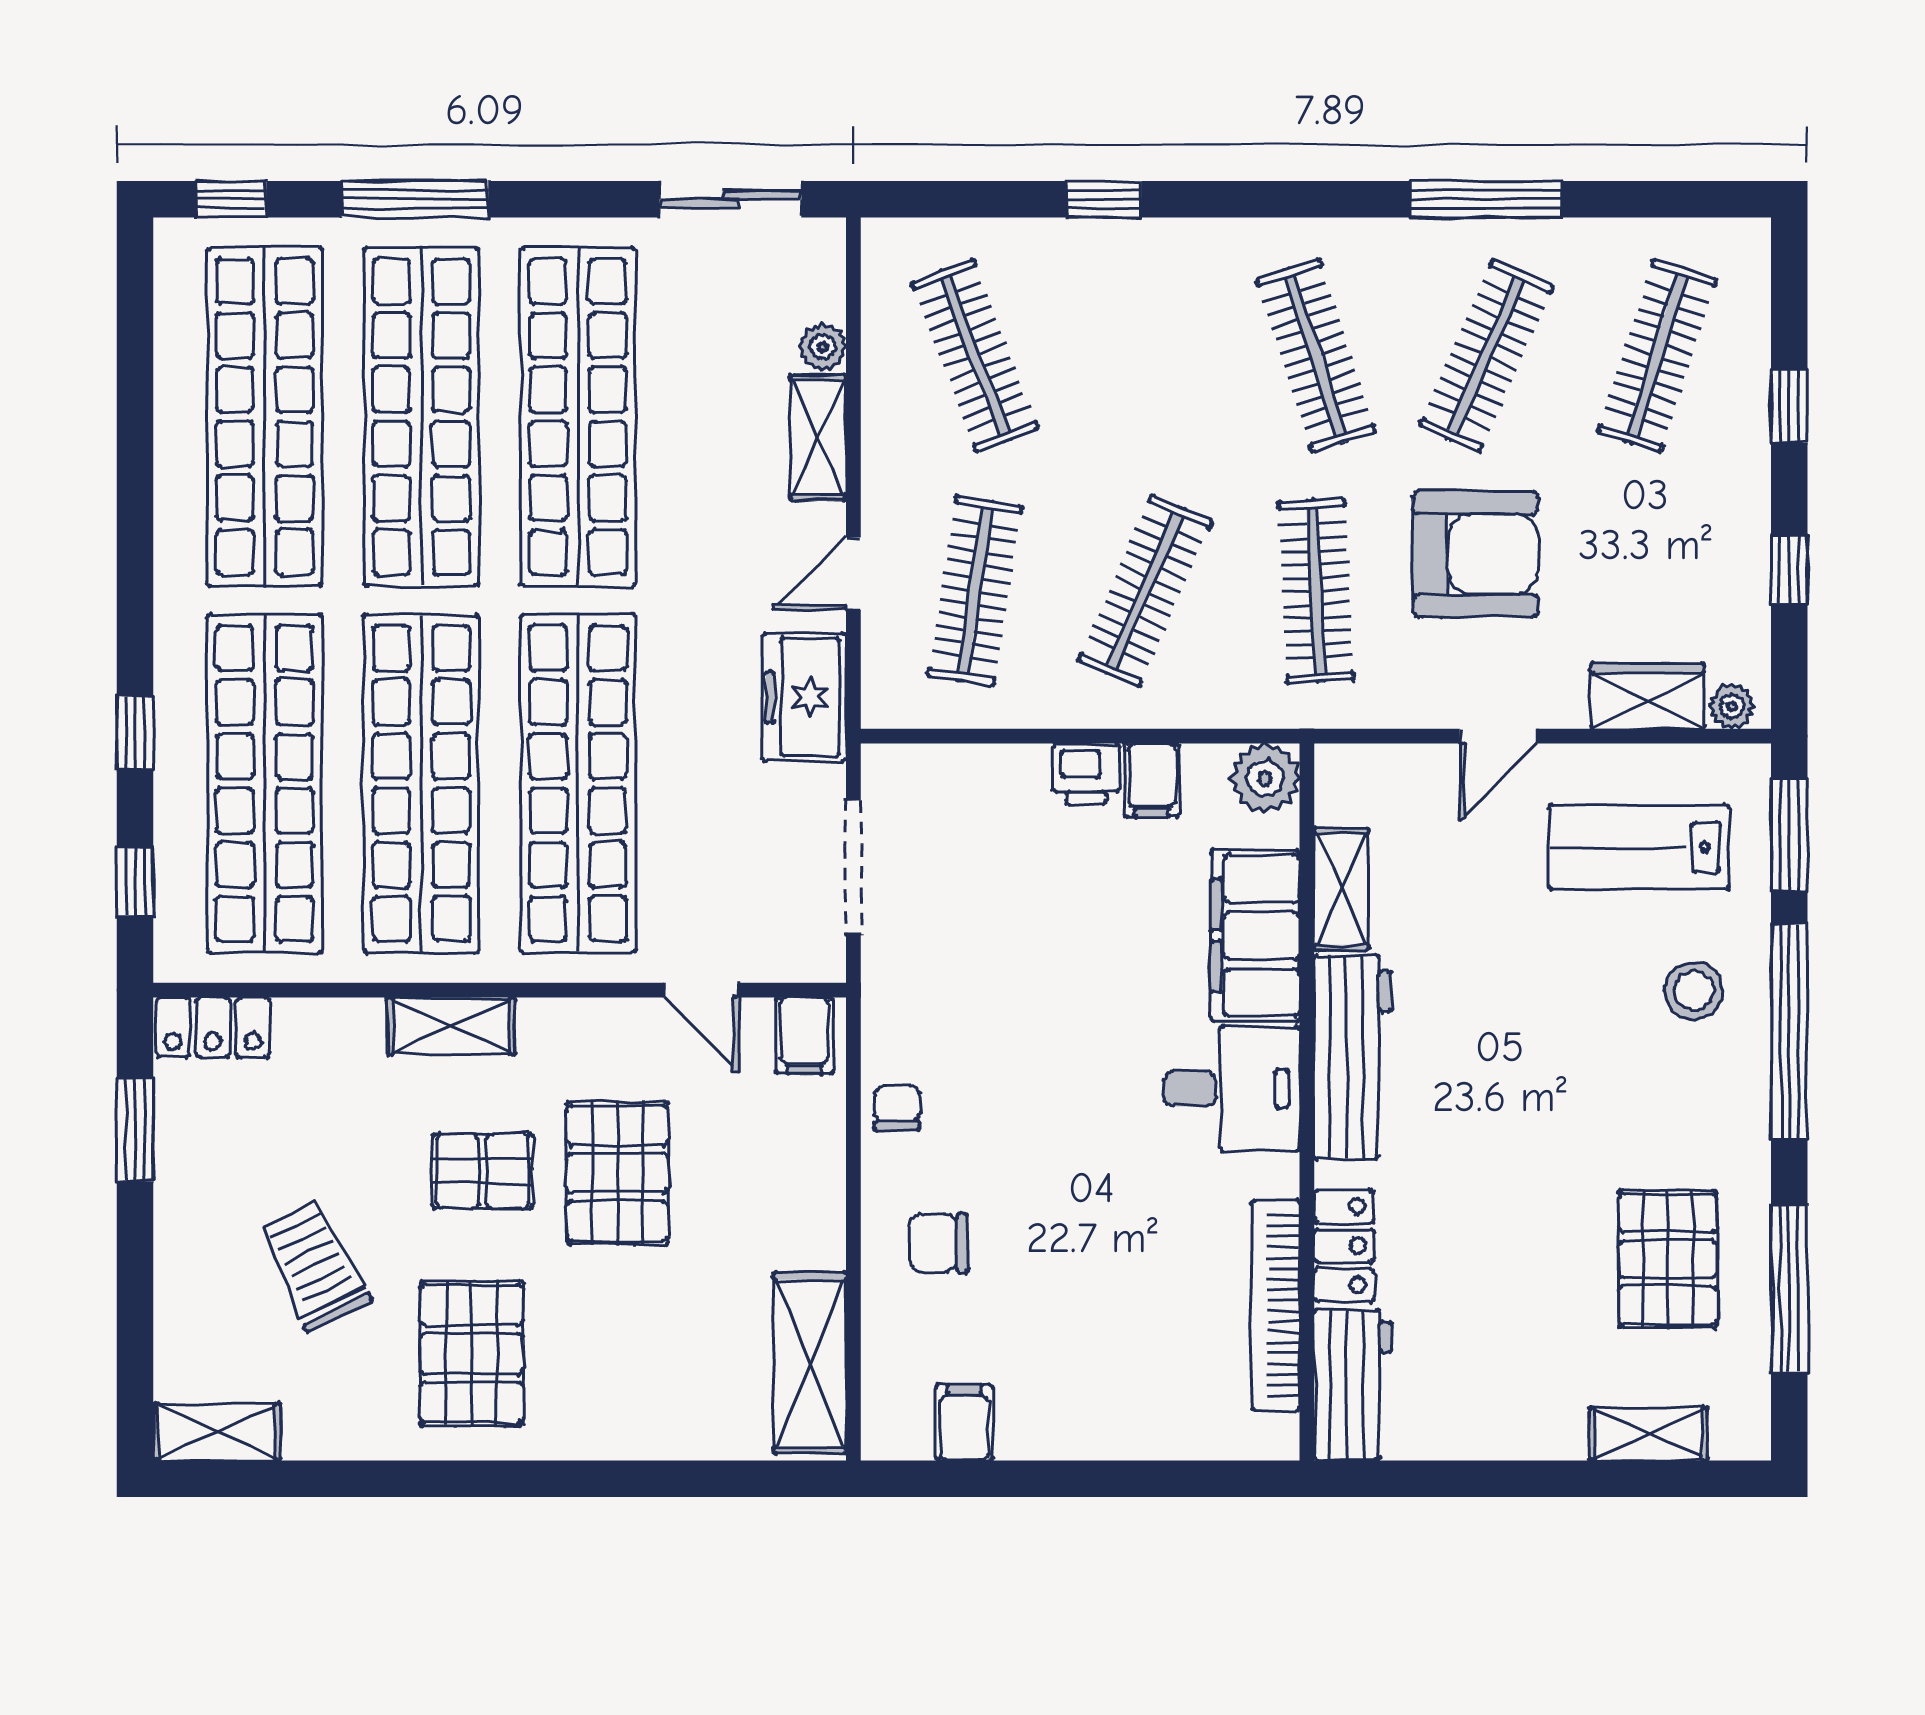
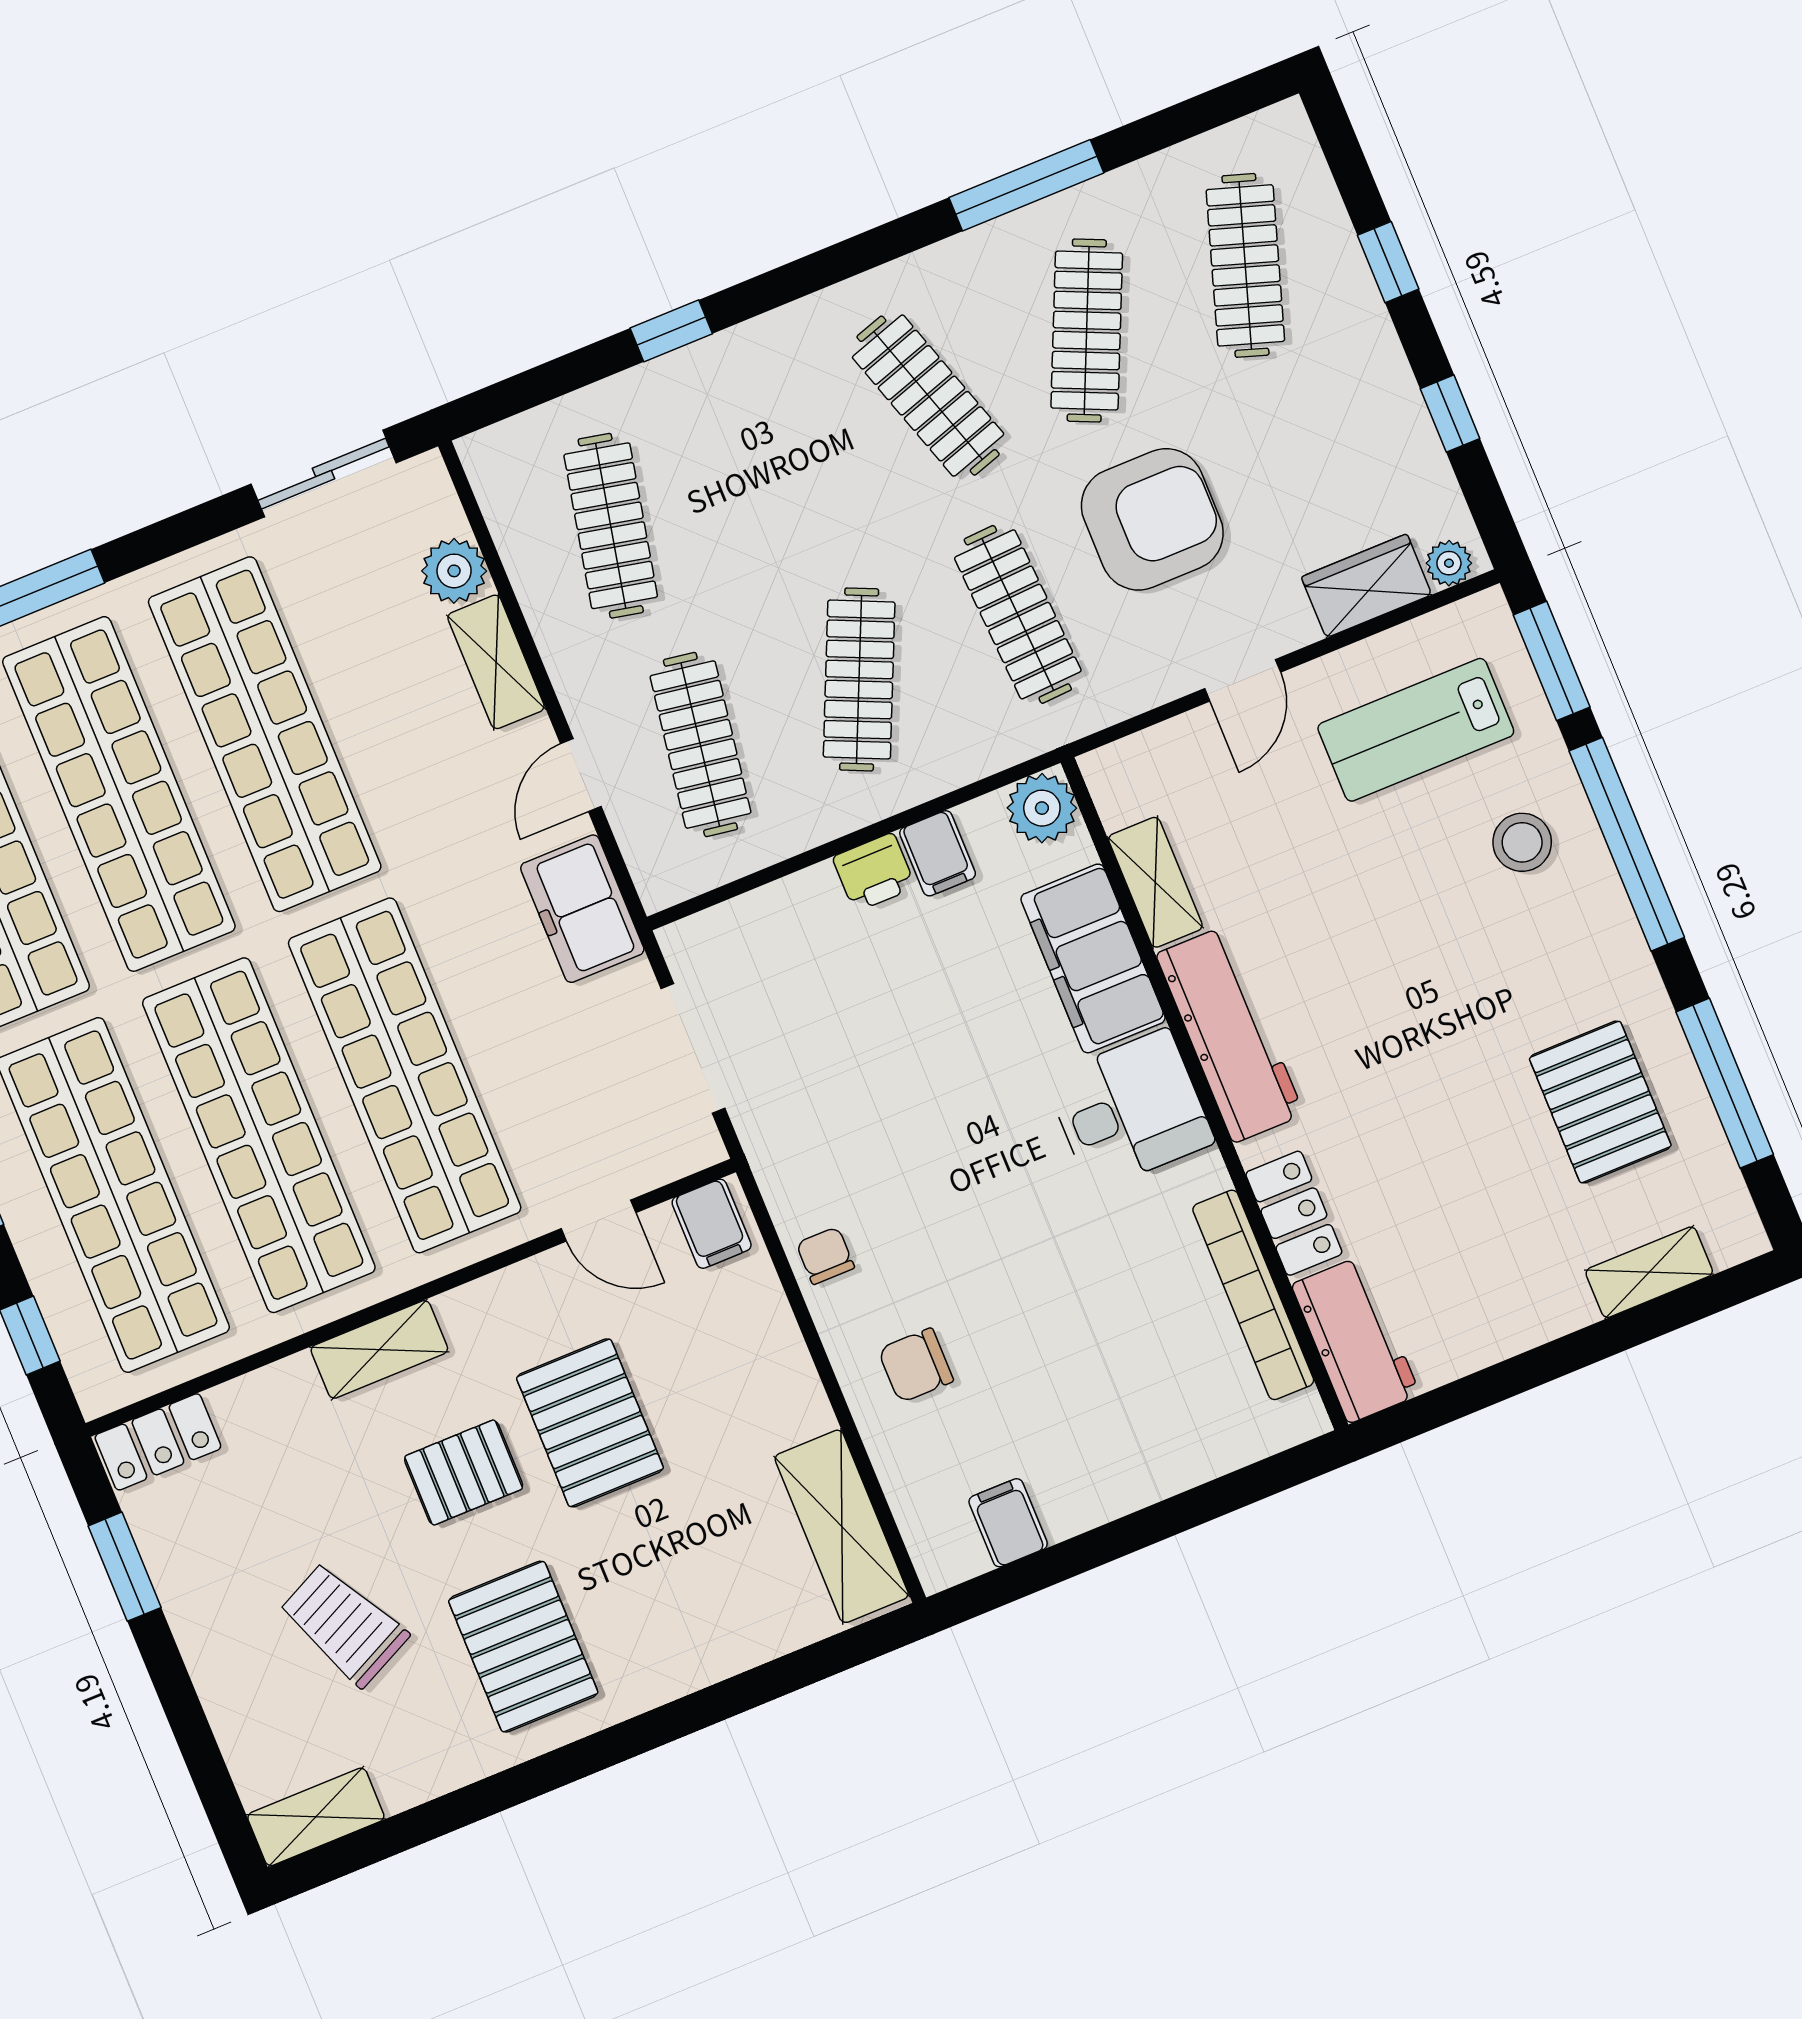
plant: (823, 347) -> (454, 571), width x1.38, depth x1.38
clothes rail: (975, 356) -> (611, 526), turned 33

